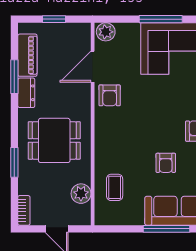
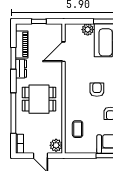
plant: (106, 32) -> (88, 30), moved
armchair: (110, 95) -> (97, 90), moved, turned 180
window: (14, 162) -> (13, 113), width x2.11
plant: (81, 194) -> (56, 145), moved

